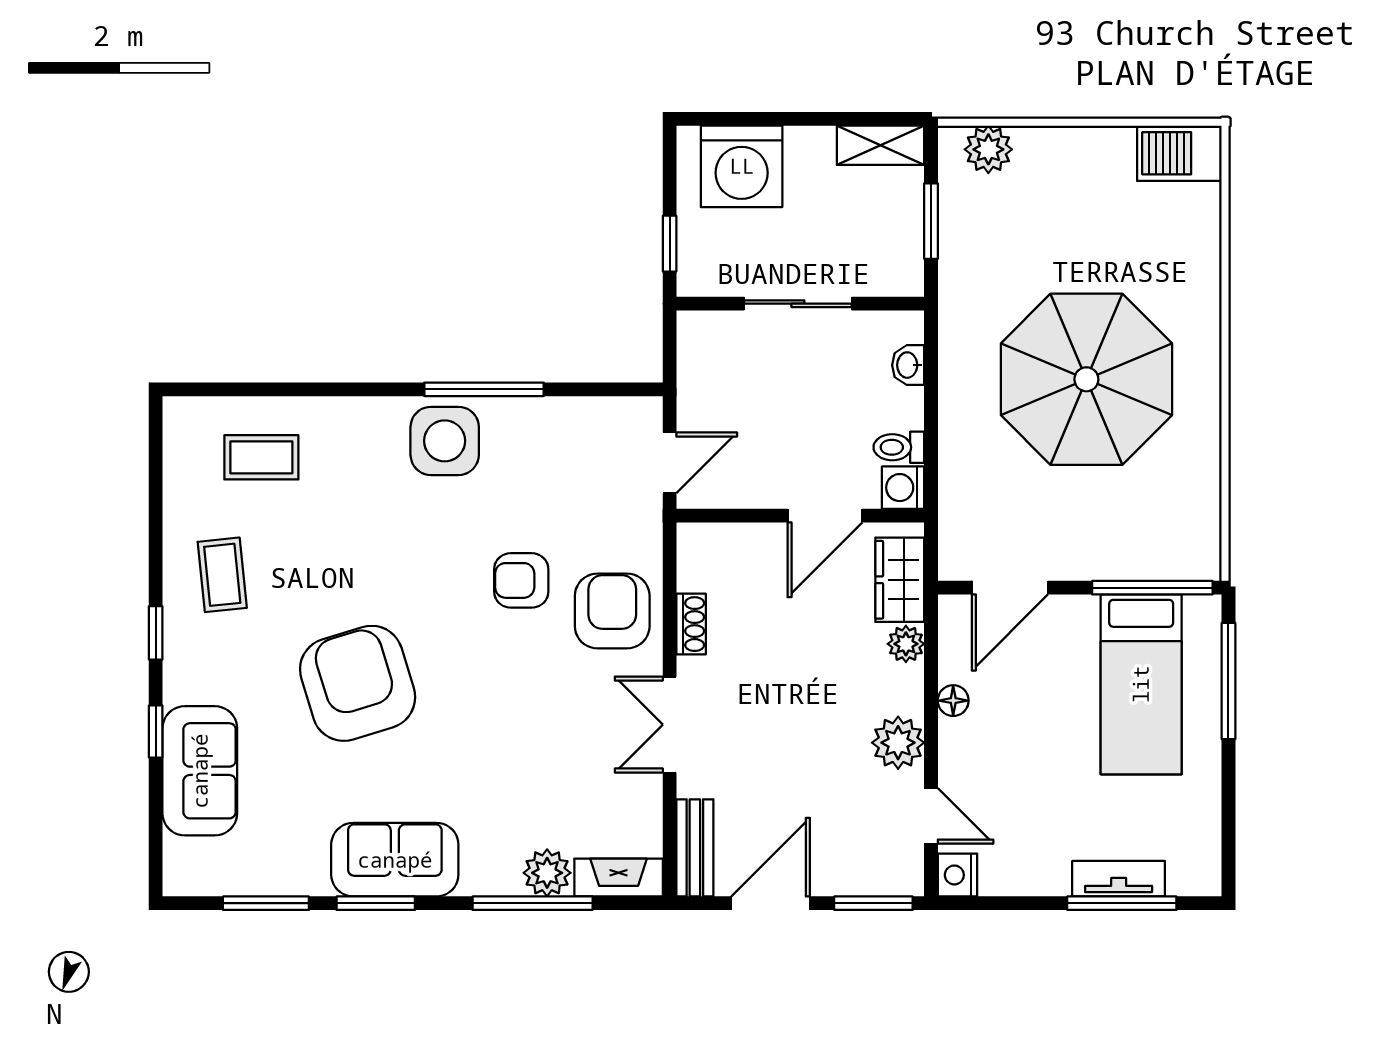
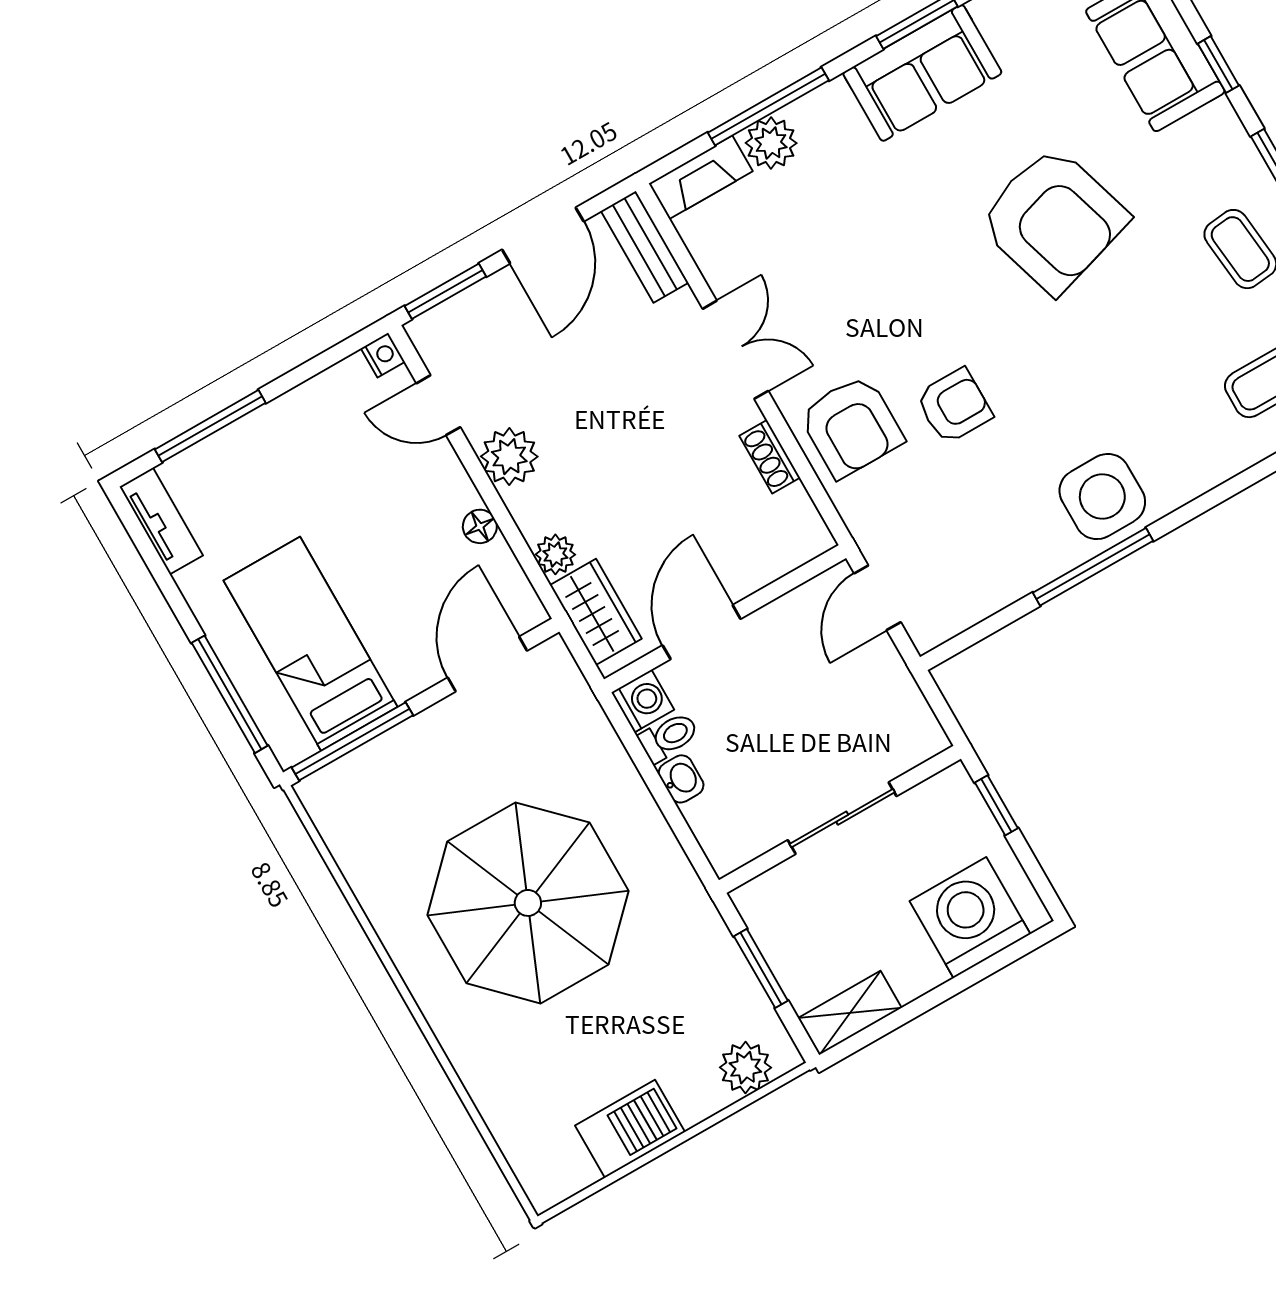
barbecue: (1179, 153) -> (630, 1129), moved
washbasin: (908, 365) -> (681, 779), moved
nightstand: (957, 875) -> (383, 355), width x0.72, depth x0.74
tv unit: (1119, 879) -> (161, 521), moved, turned -90

